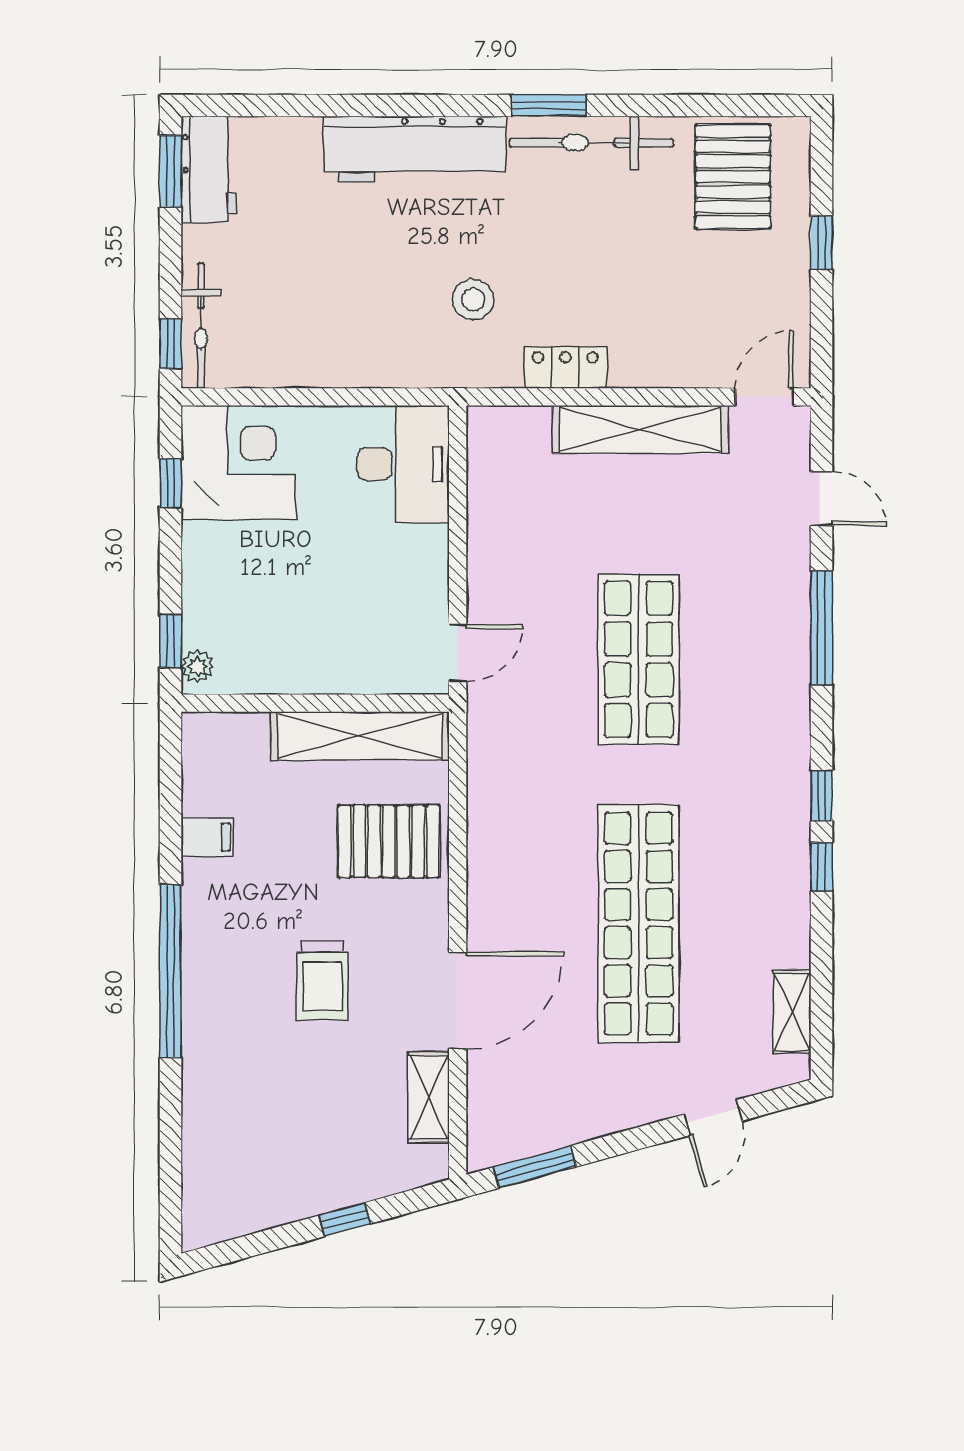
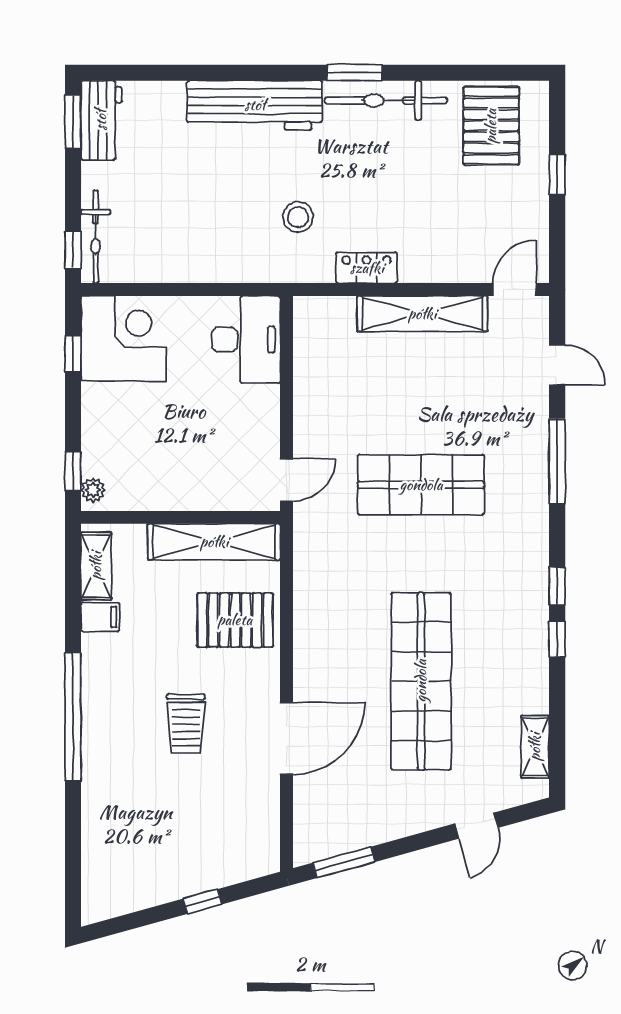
shop shelf: (639, 659) -> (421, 485), turned 90
shelving: (429, 1097) -> (96, 566), moved

